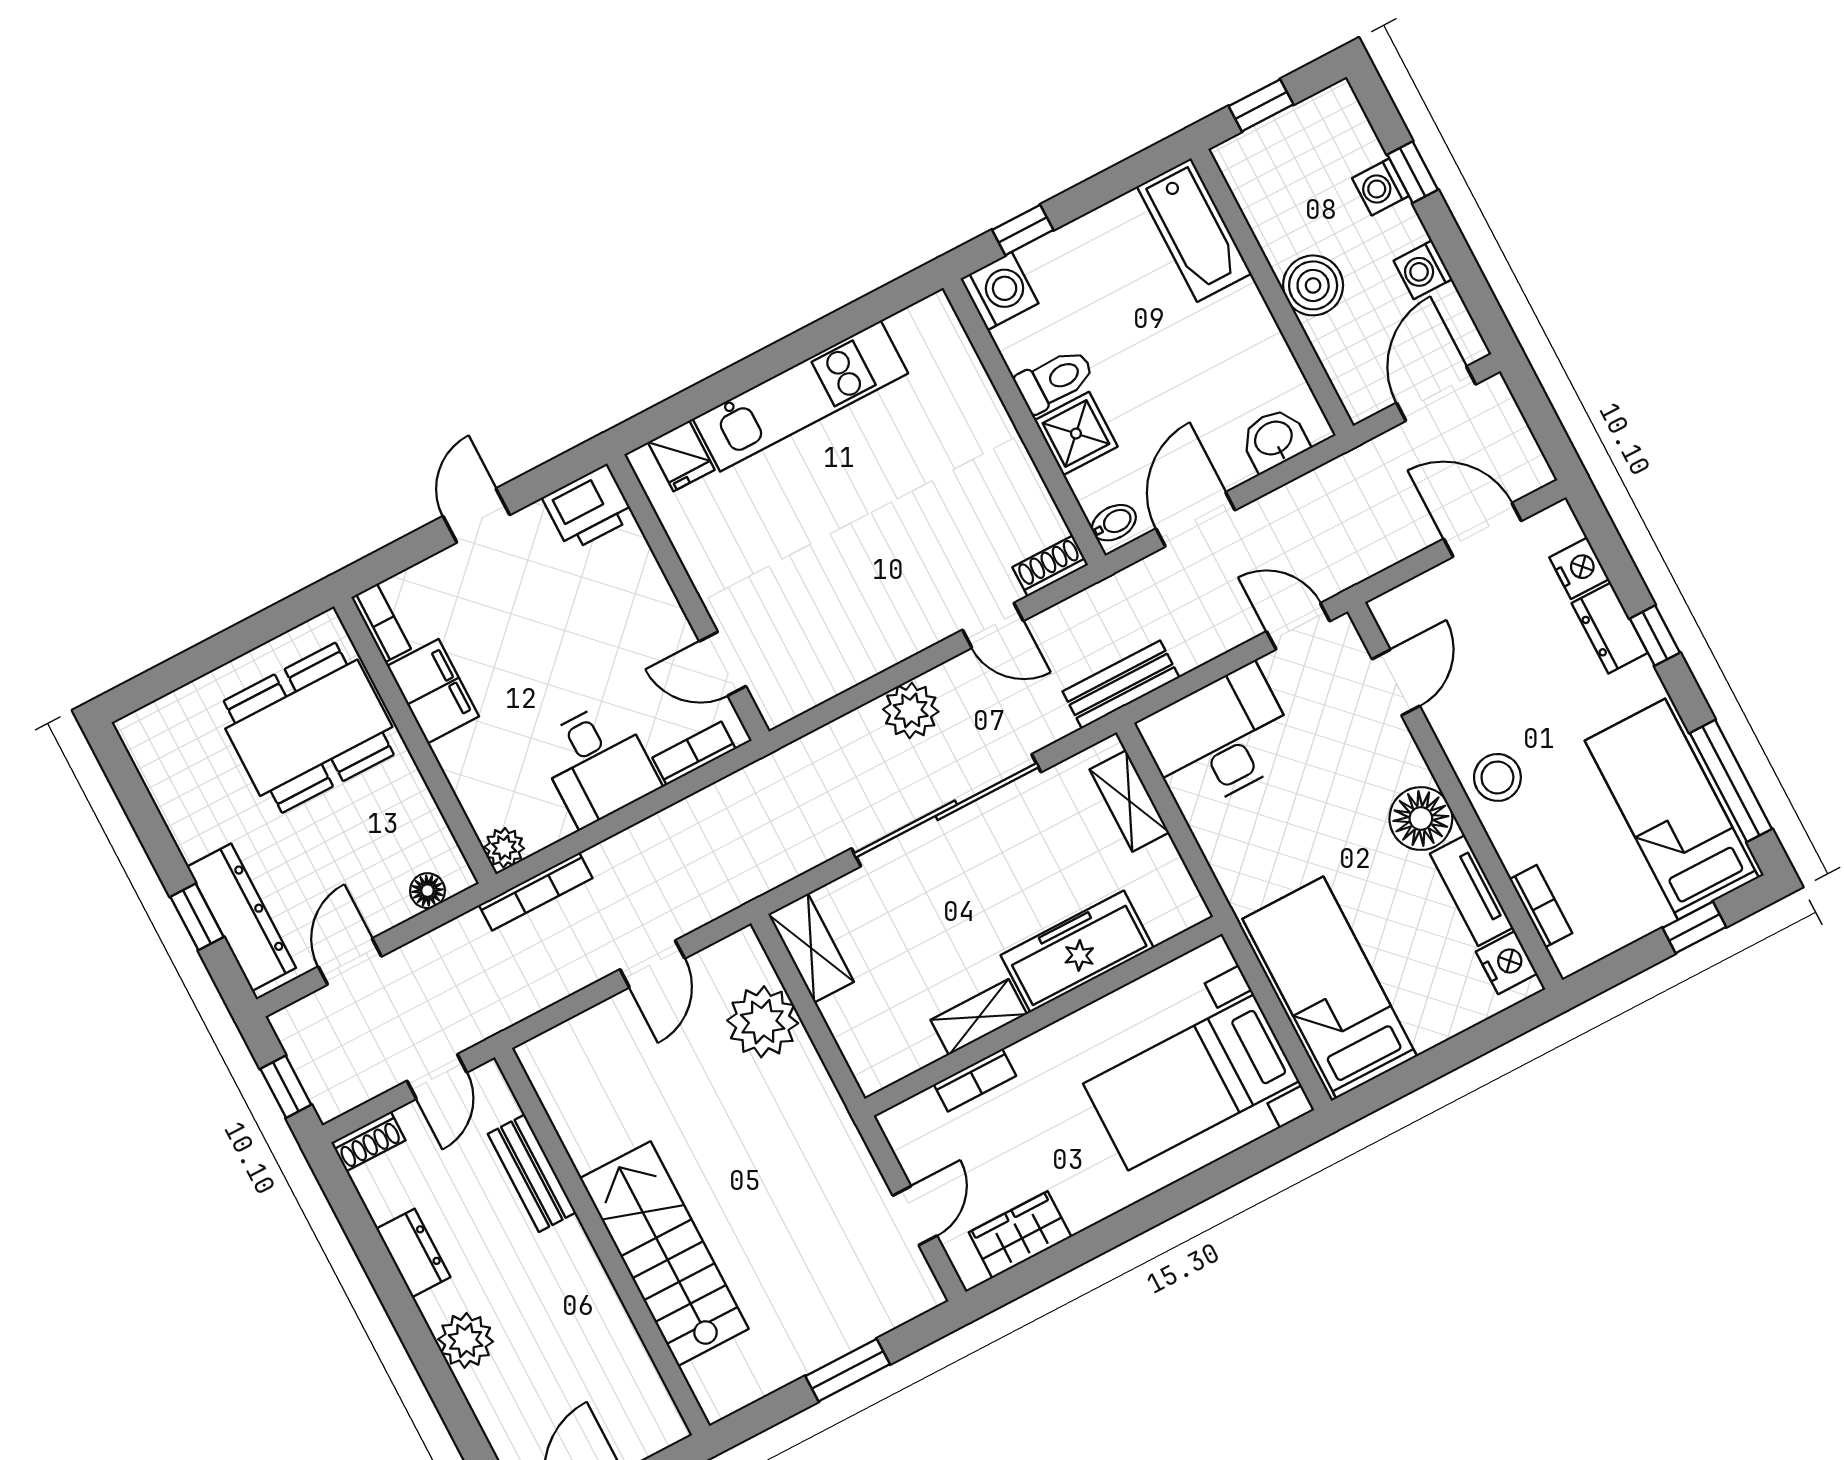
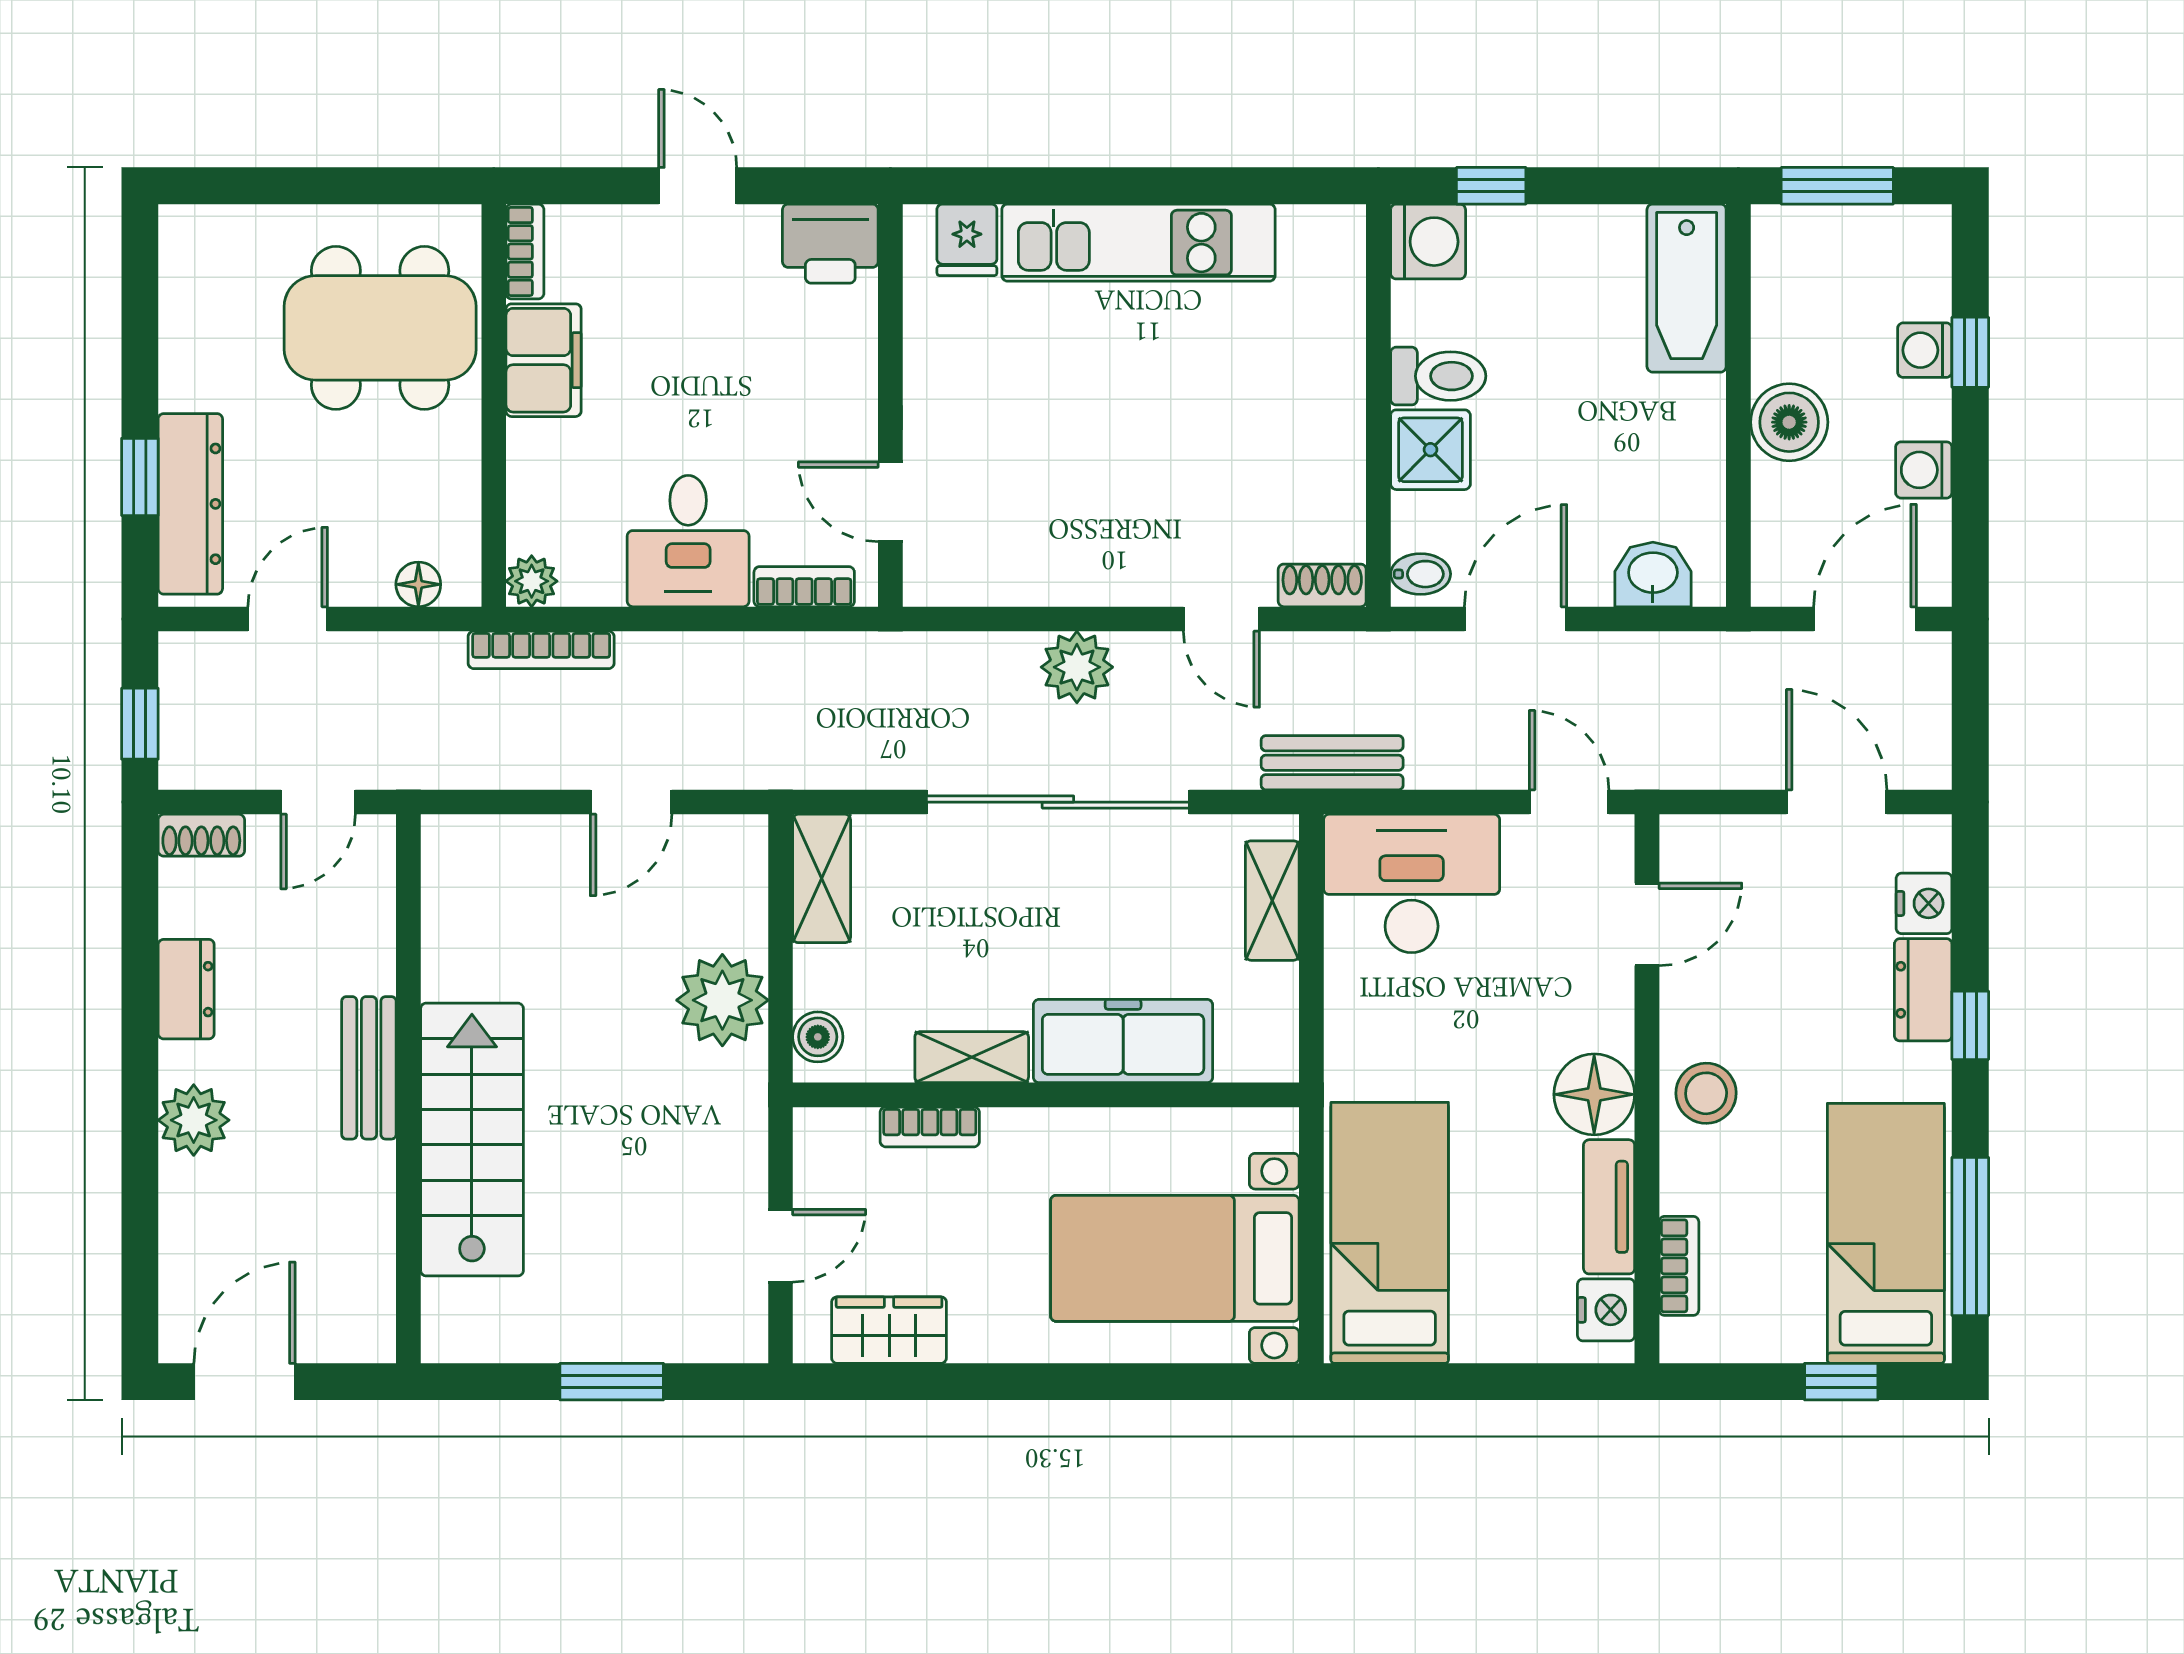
window: (1261, 105) -> (1837, 186), width x1.50
door: (476, 516) -> (698, 186), hinge flipped
plant: (763, 1022) -> (722, 1000), moved
boiler: (865, 1058) -> (818, 1037), added
bench: (532, 1173) -> (369, 1068), moved

